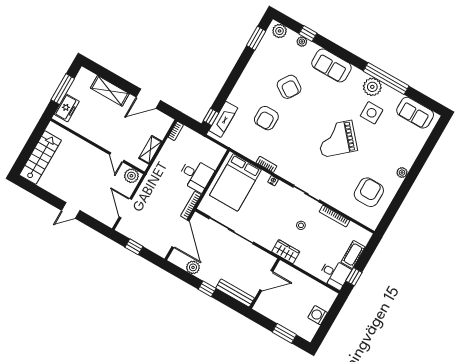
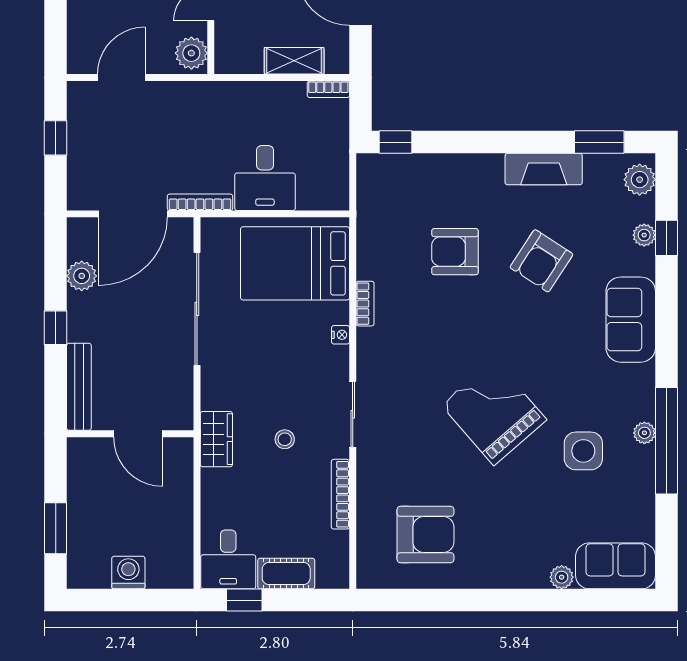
plant: (372, 87) -> (644, 433), width x0.53, depth x0.53
sofa: (415, 113) -> (616, 566), moved, turned 90
fireplace: (223, 119) -> (544, 169), moved
shelving: (150, 150) -> (294, 61), moved
plant: (402, 173) -> (562, 577), moved

